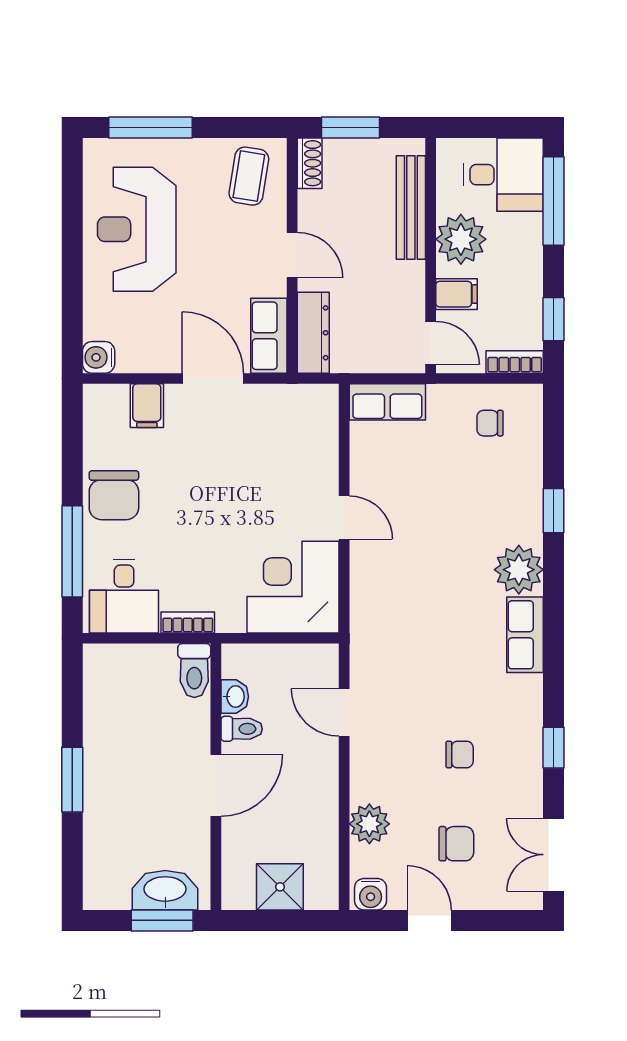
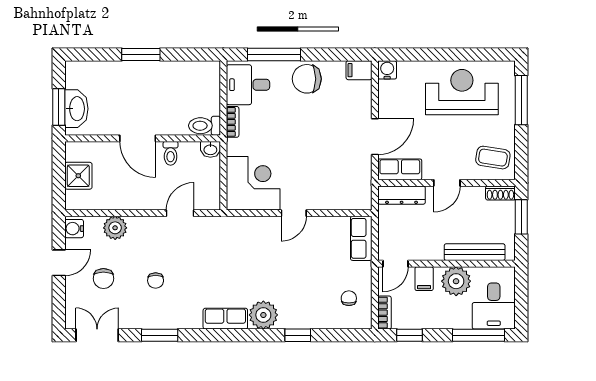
filing cabinet: (147, 406) -> (359, 70), moved
washbasin: (235, 697) -> (210, 149), moved
window: (554, 748) -> (160, 335), width x1.50

